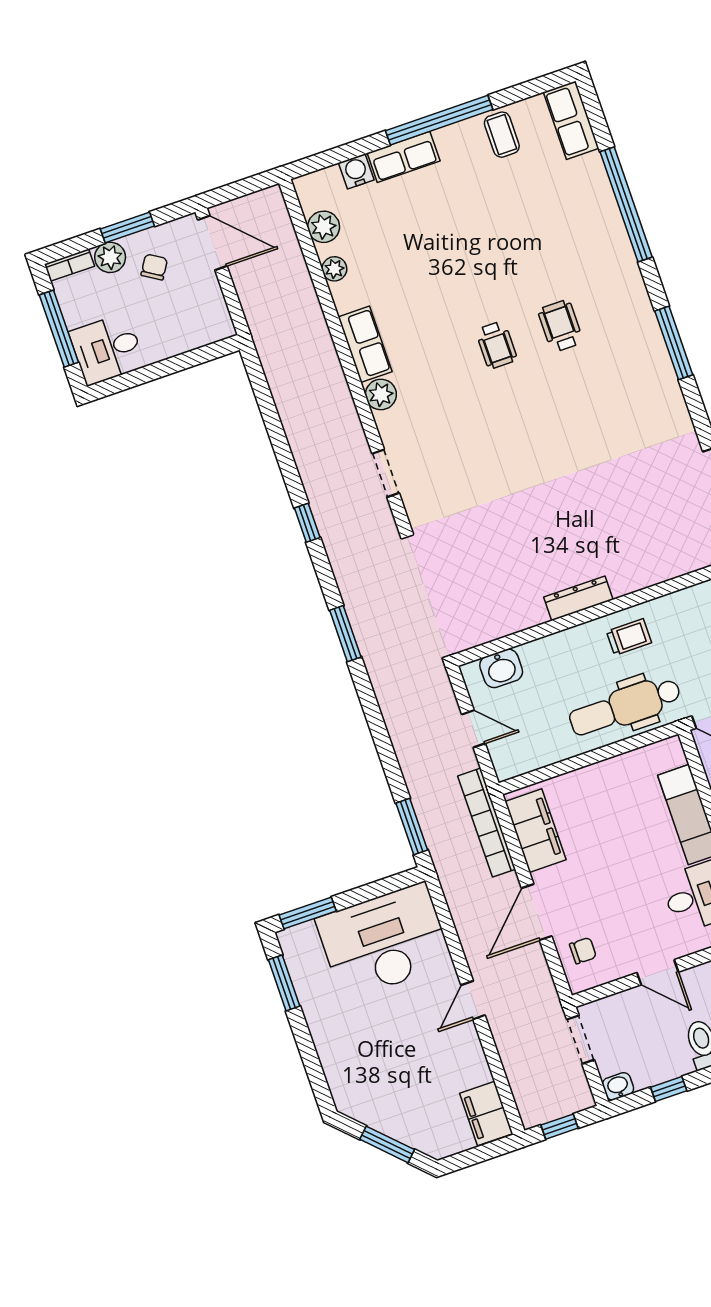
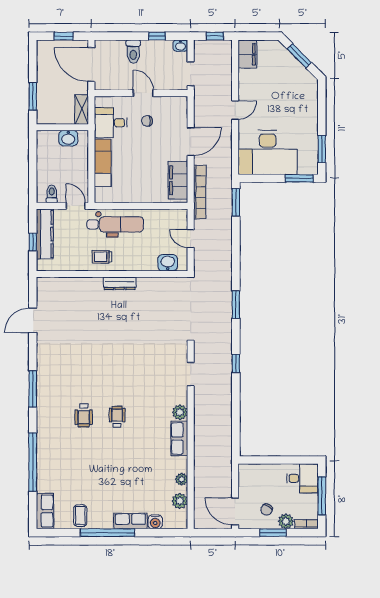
chair: (583, 951) -> (147, 121), moved

